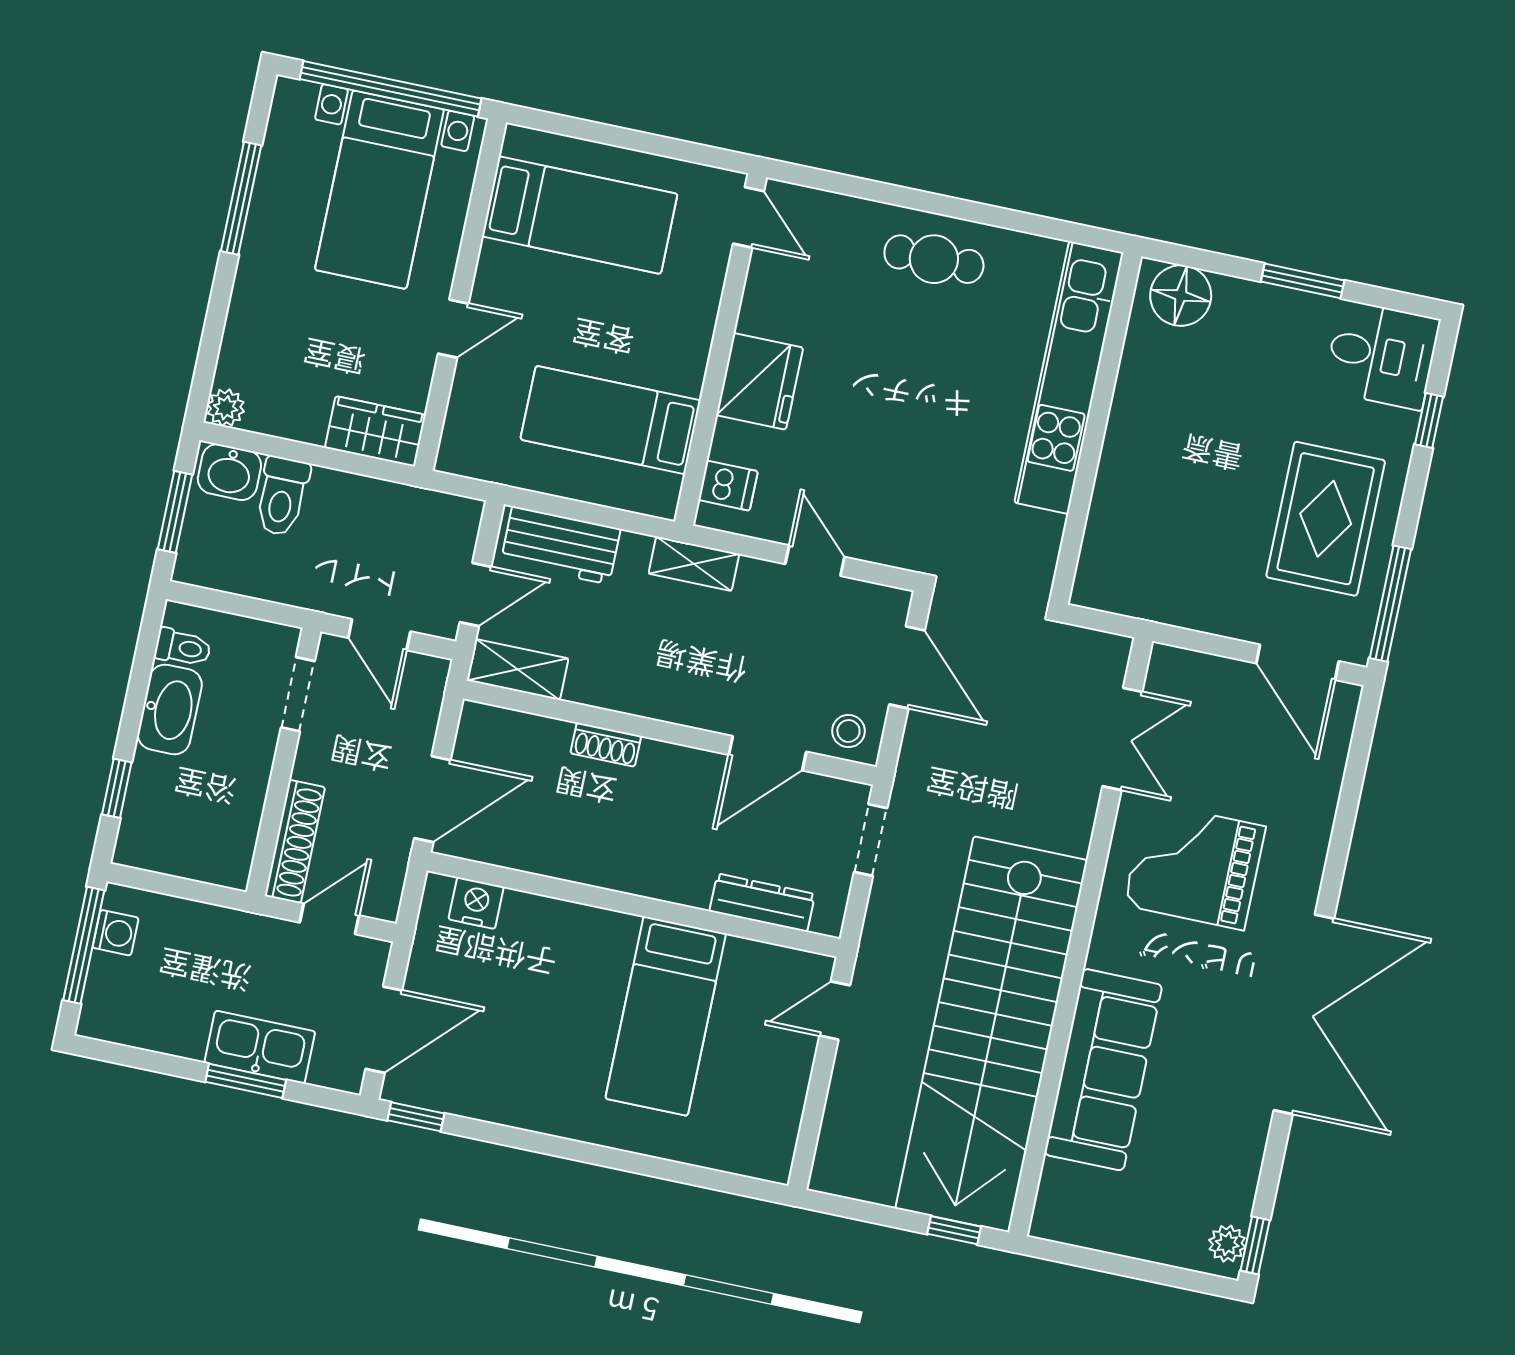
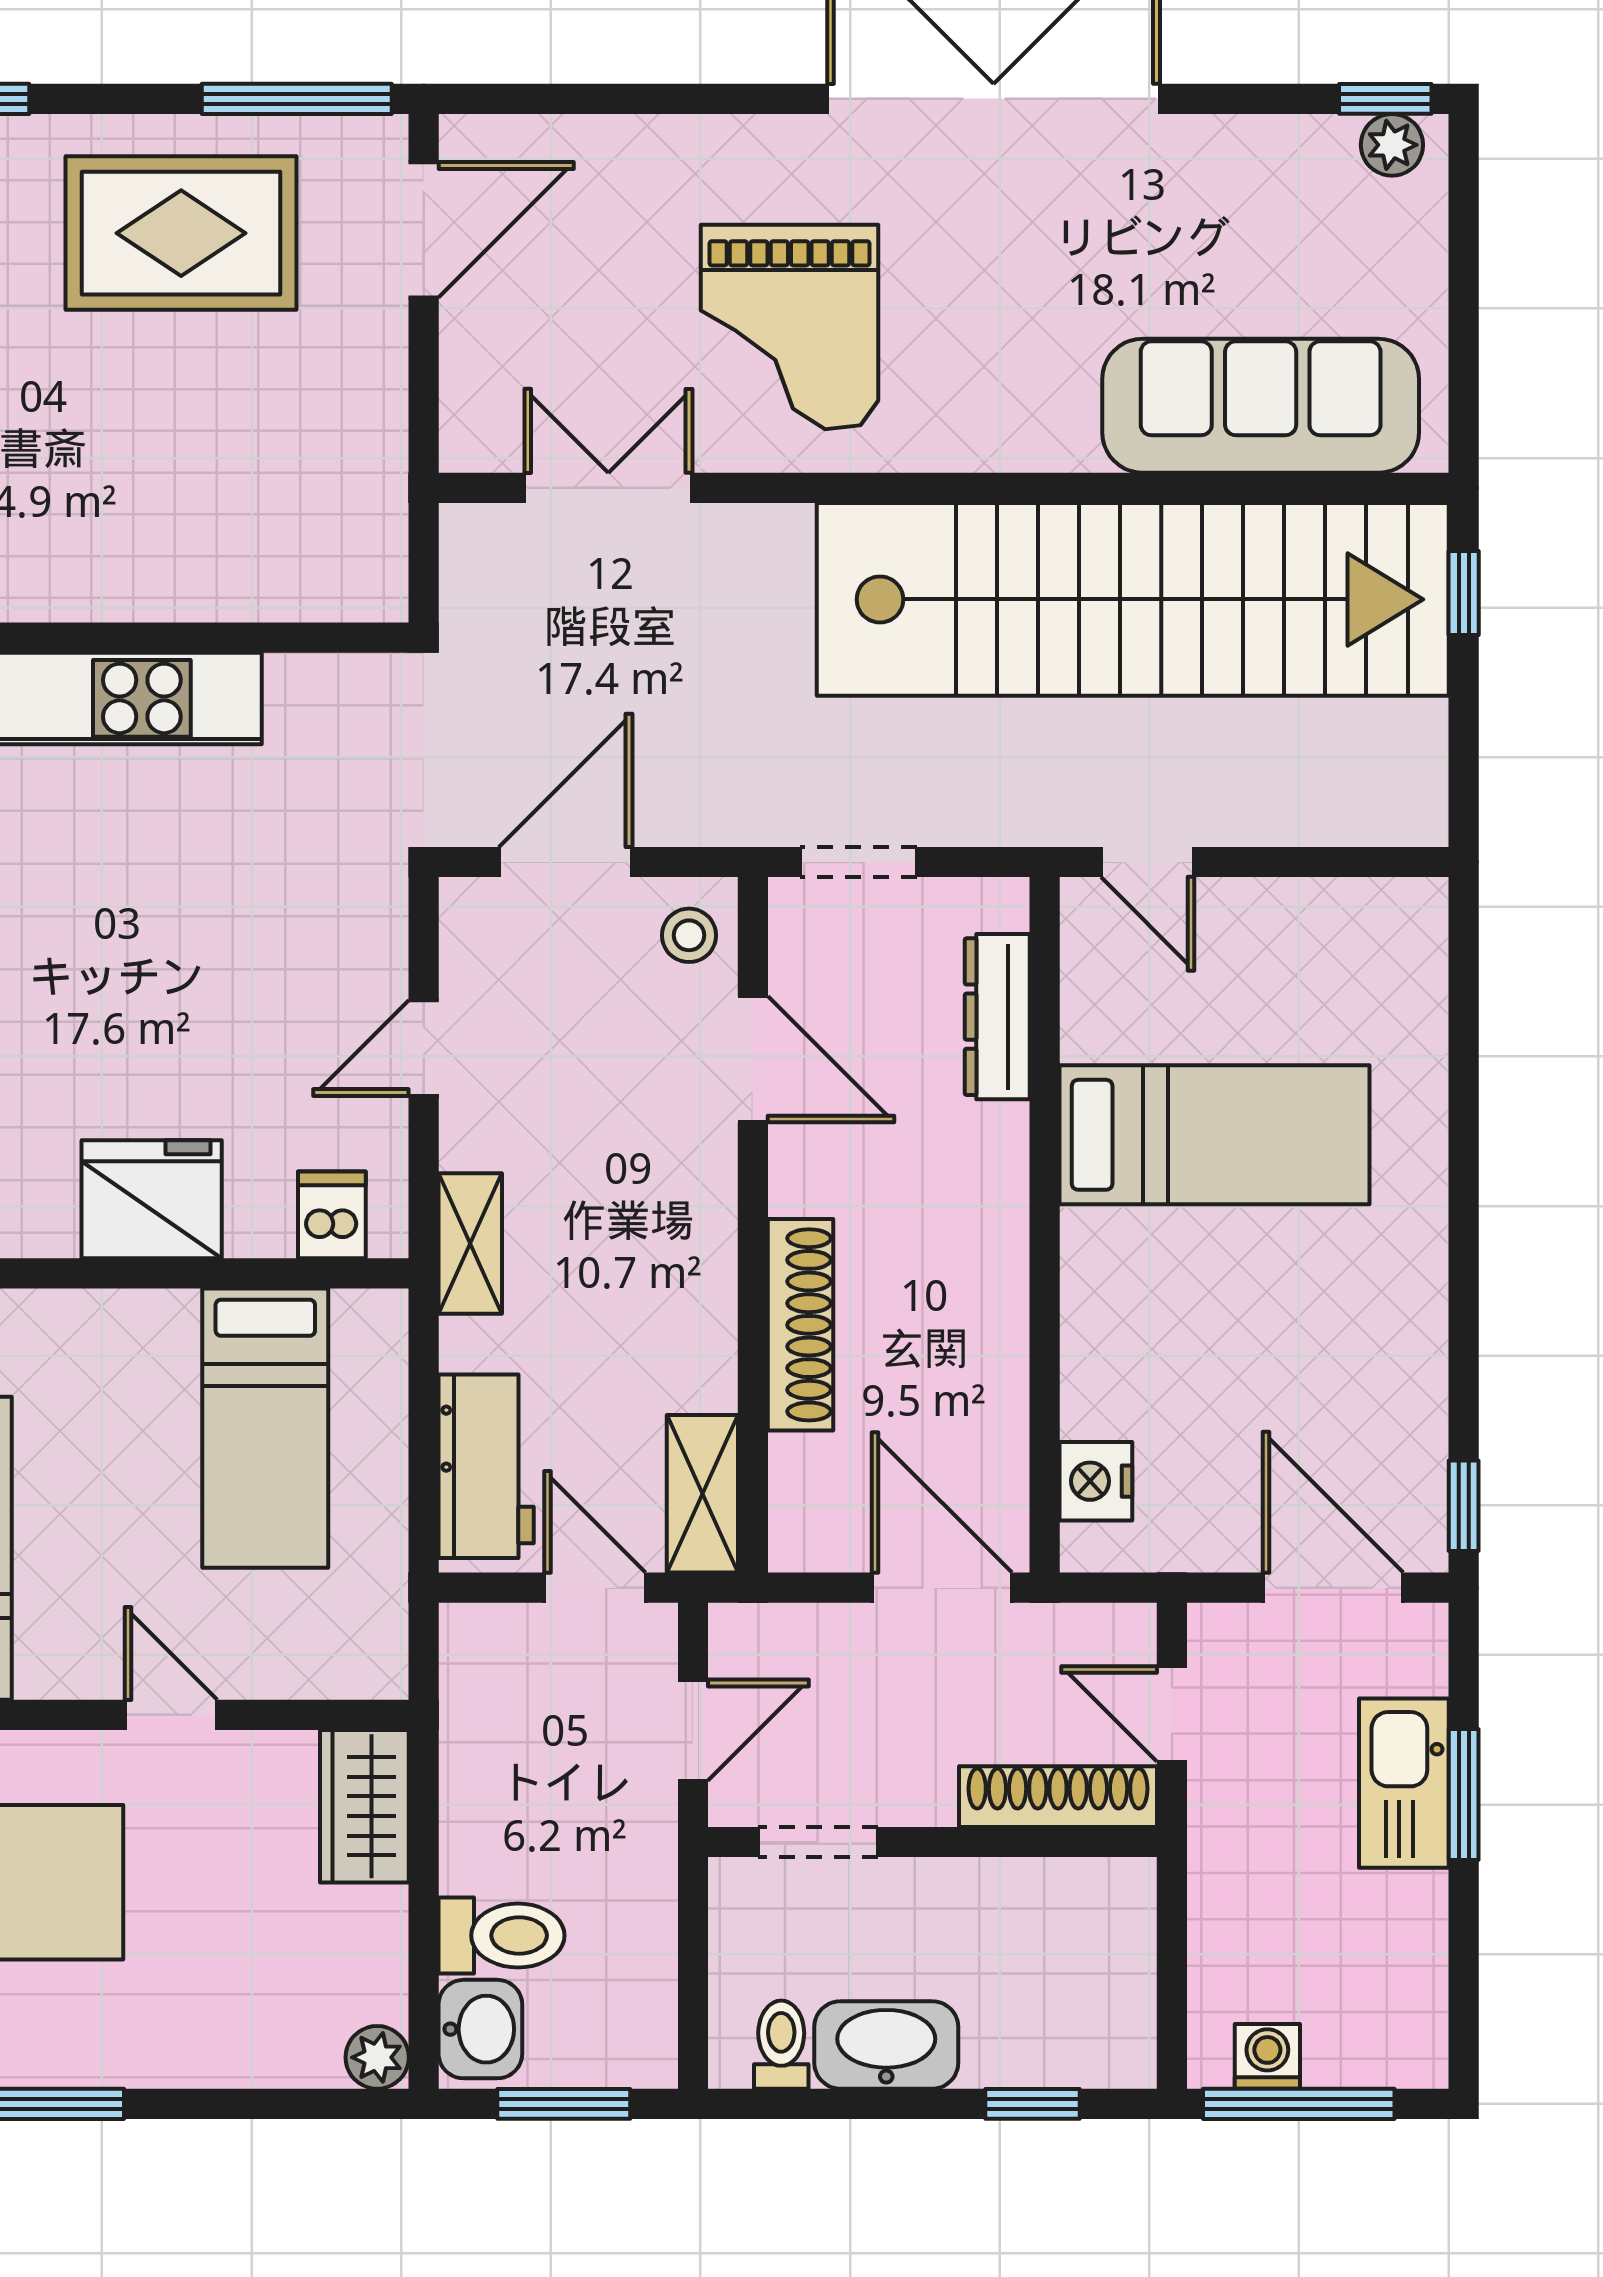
shoe rack: (606, 745) -> (801, 1325), width x1.94, depth x1.24
sofa: (1103, 1070) -> (1261, 406), moved

